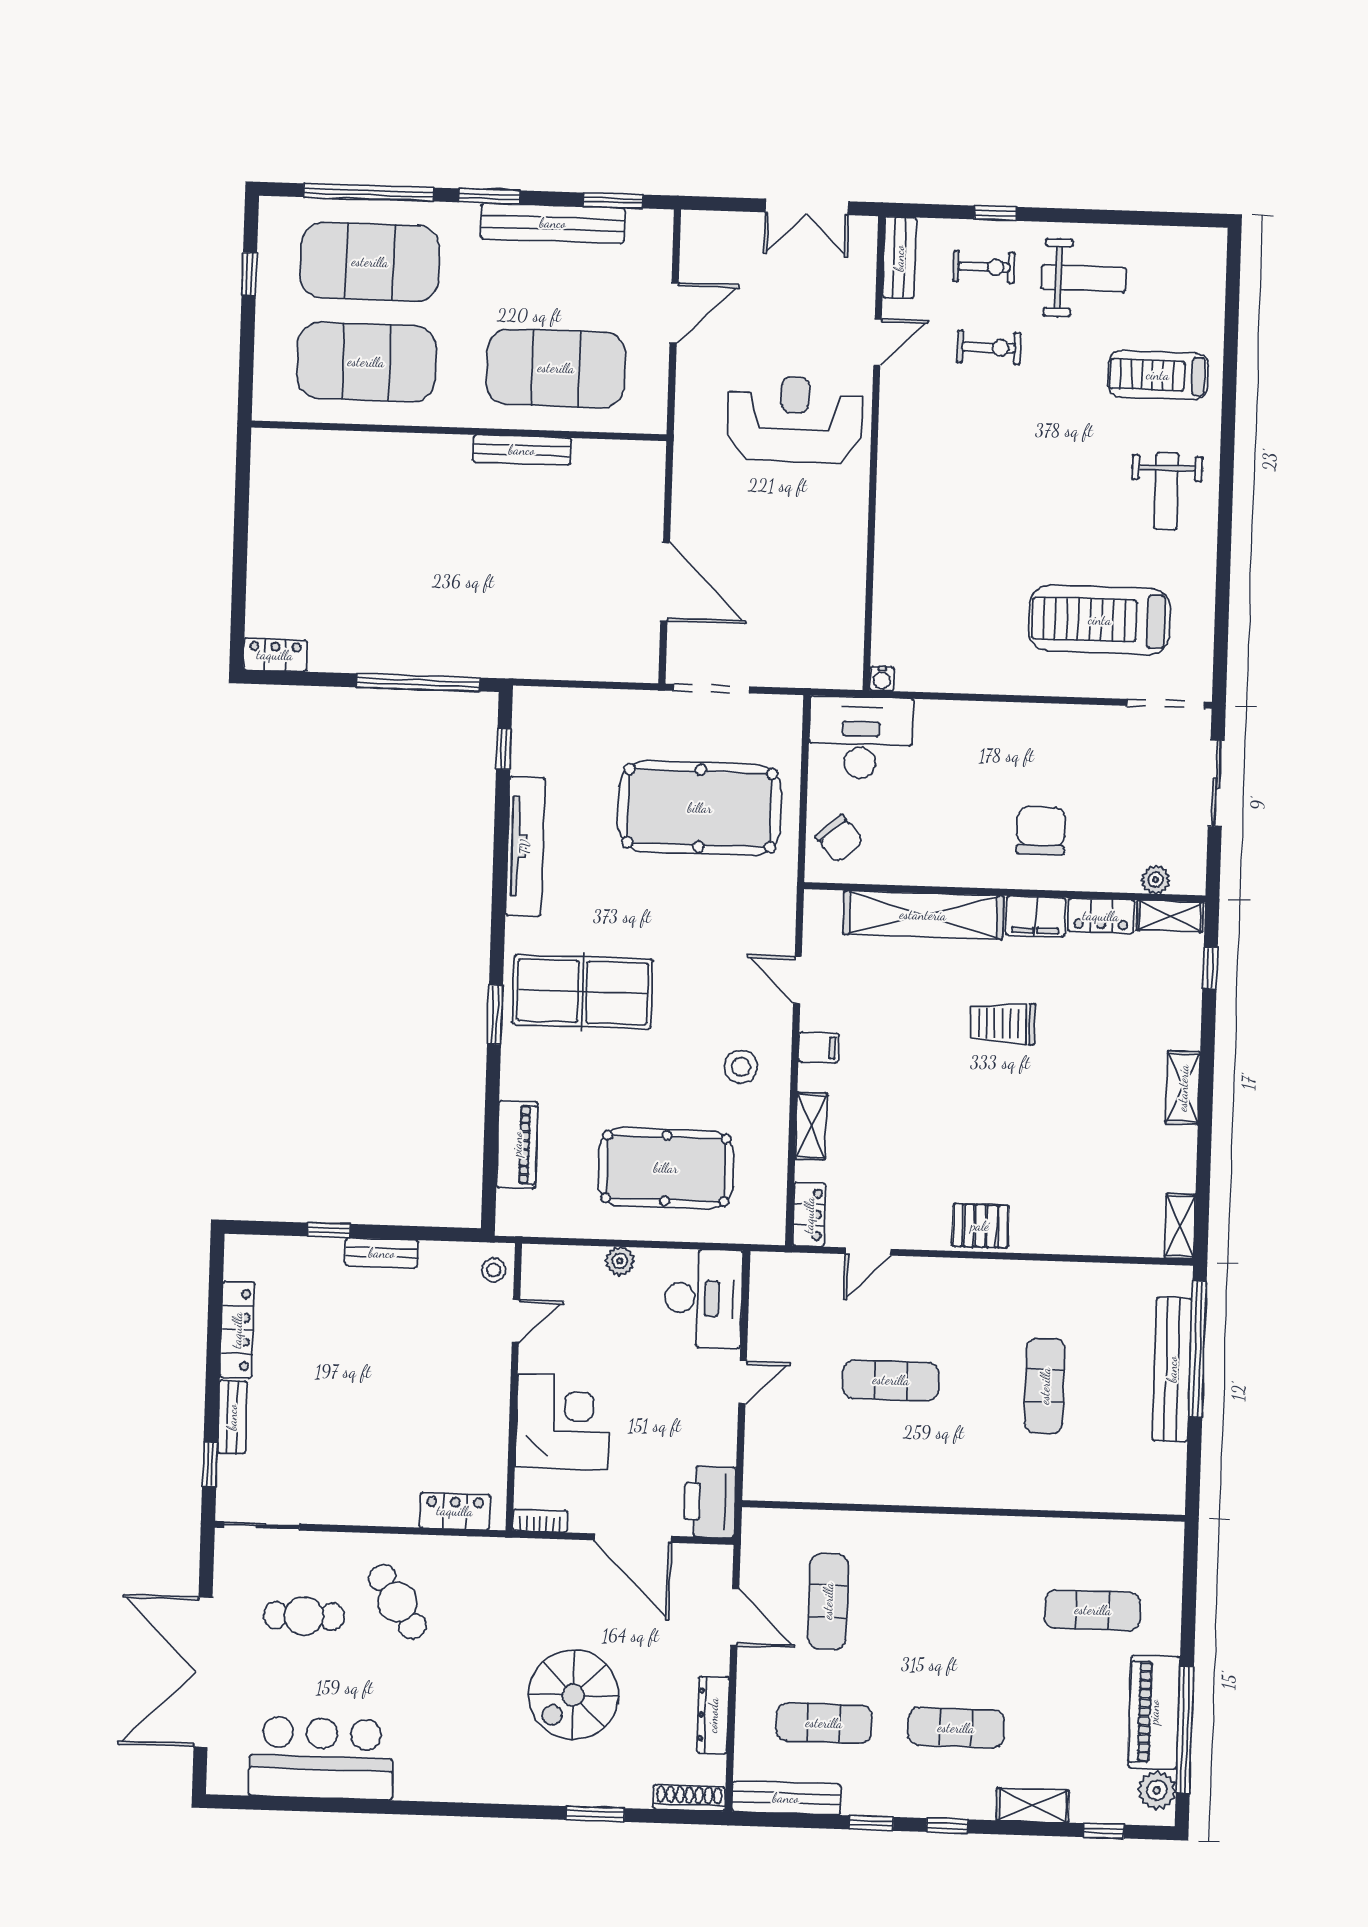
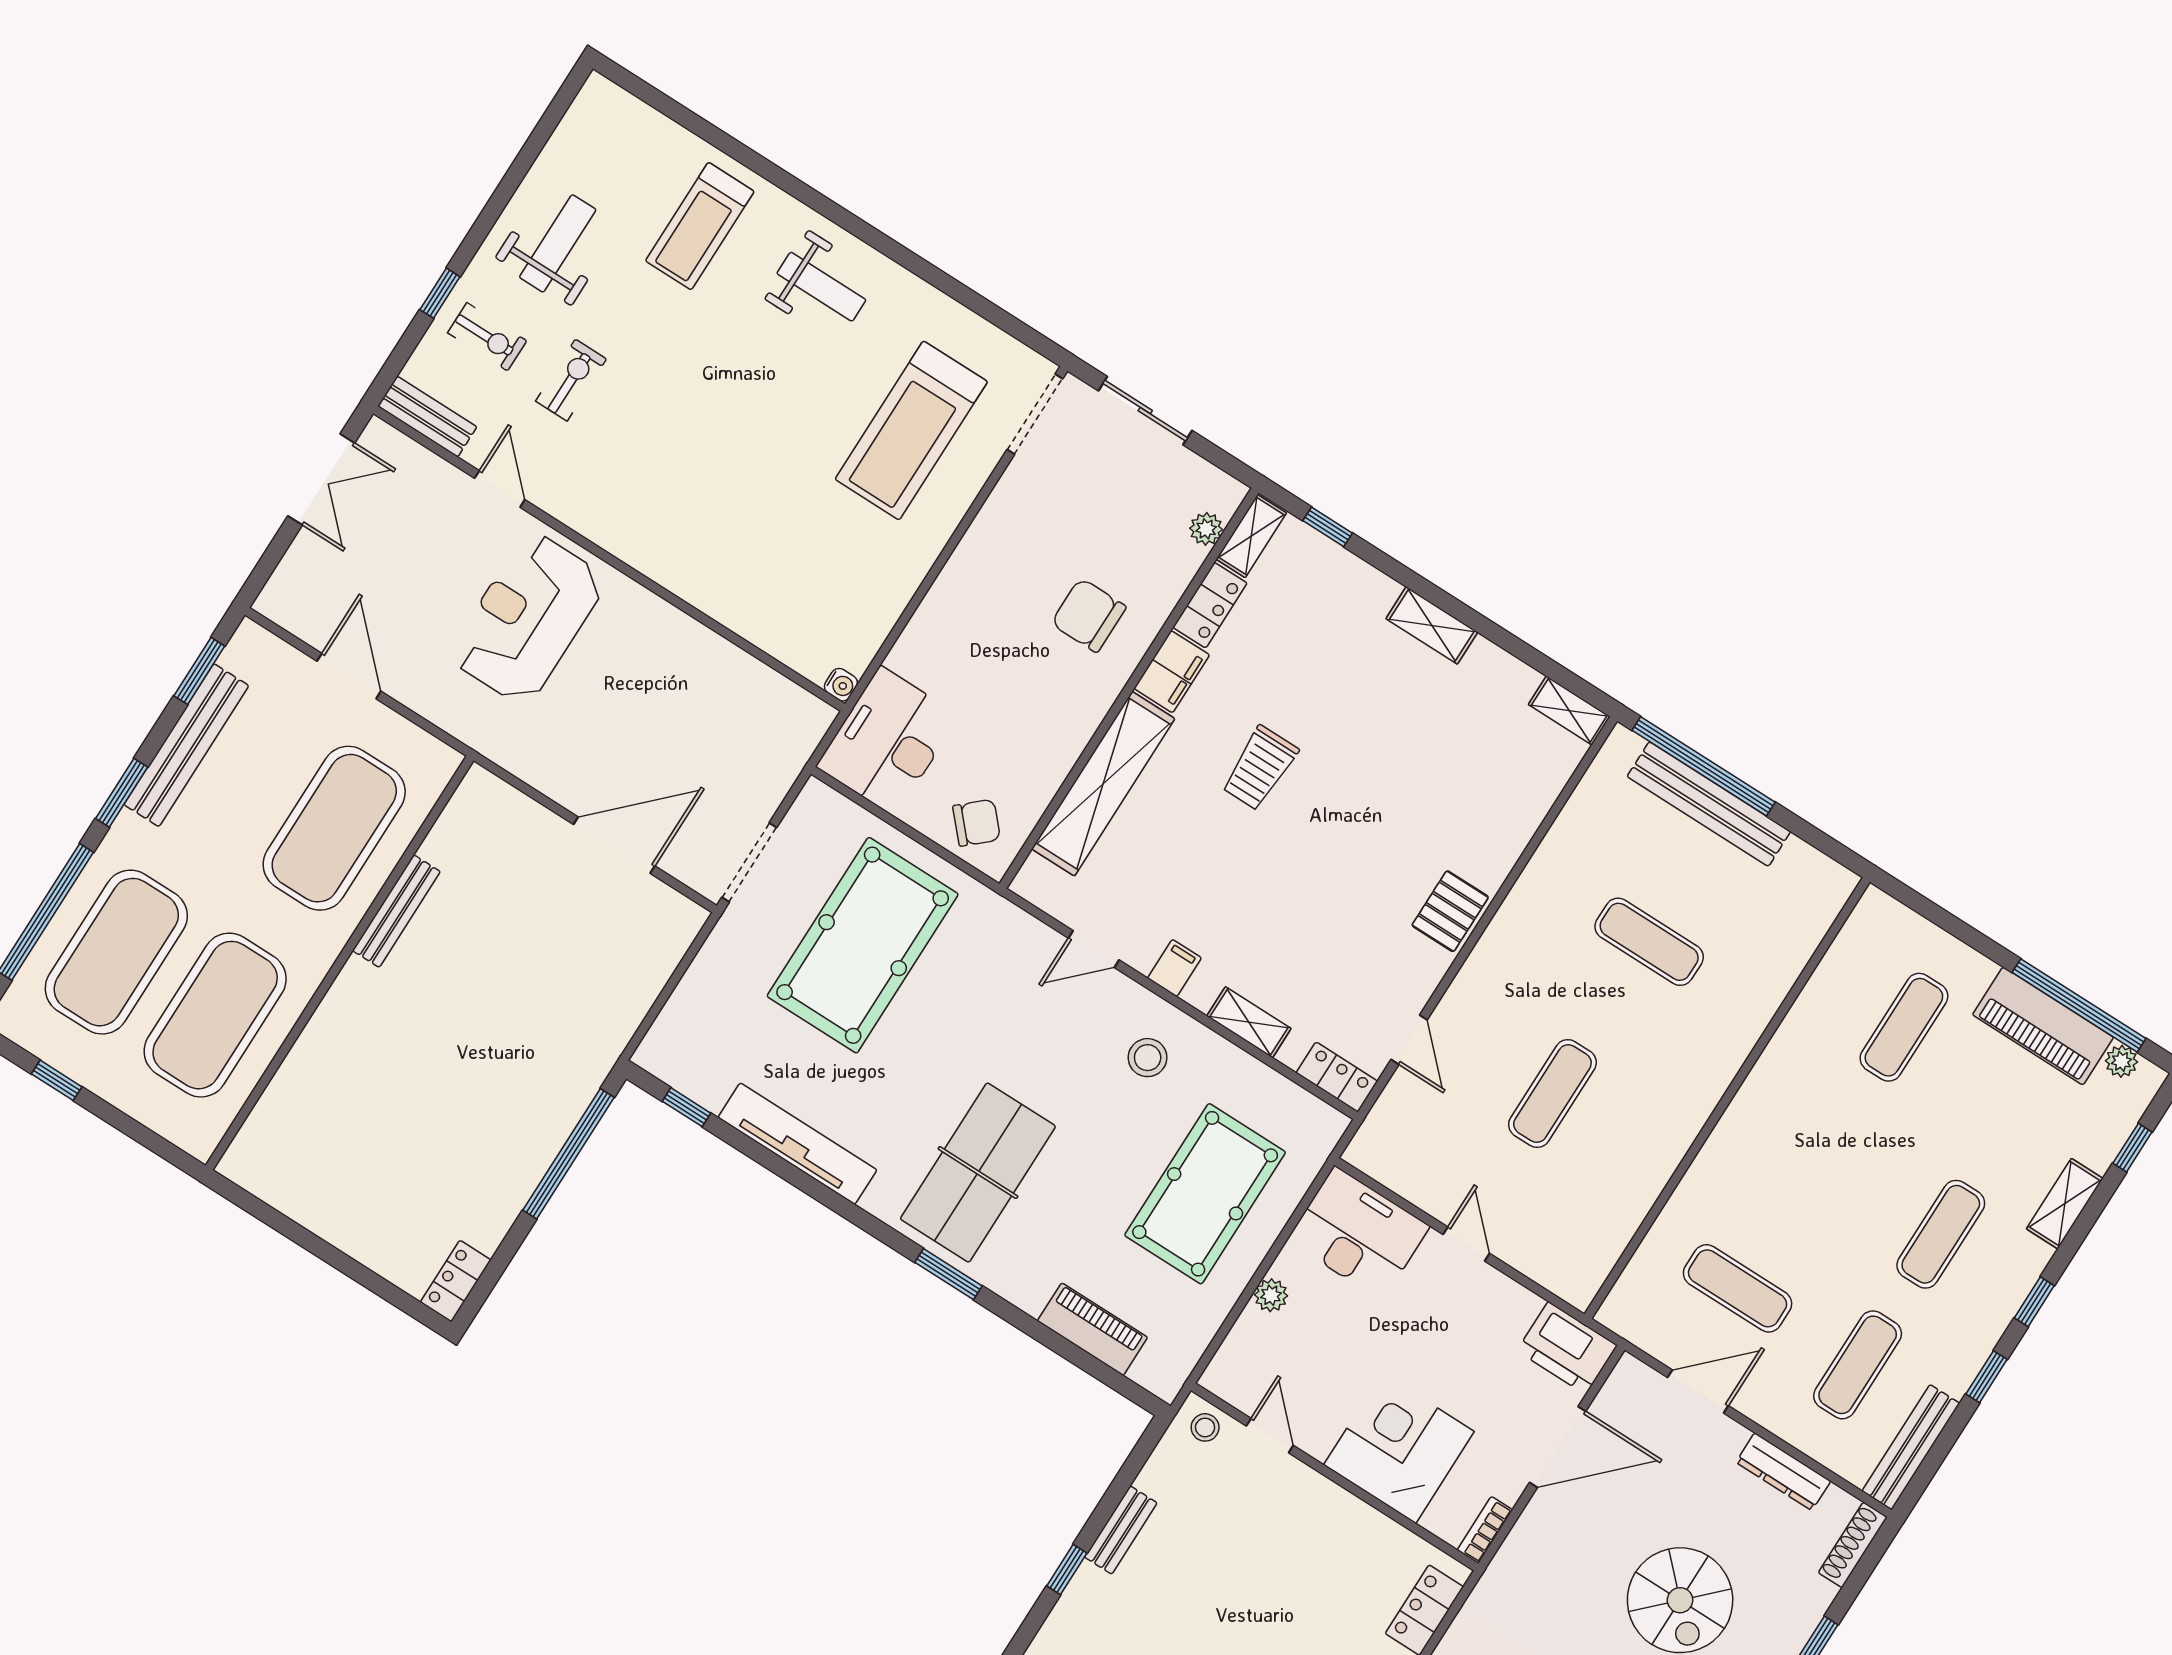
exercise bike: (984, 267) -> (487, 337), turned 90
plant: (1157, 1790) -> (2121, 1061), width x0.73, depth x0.73

